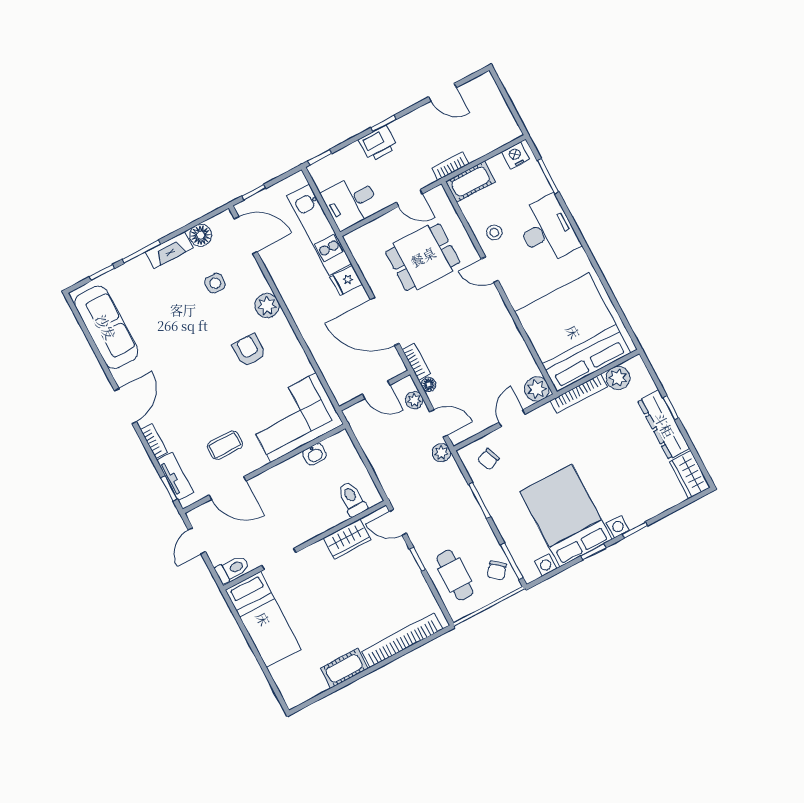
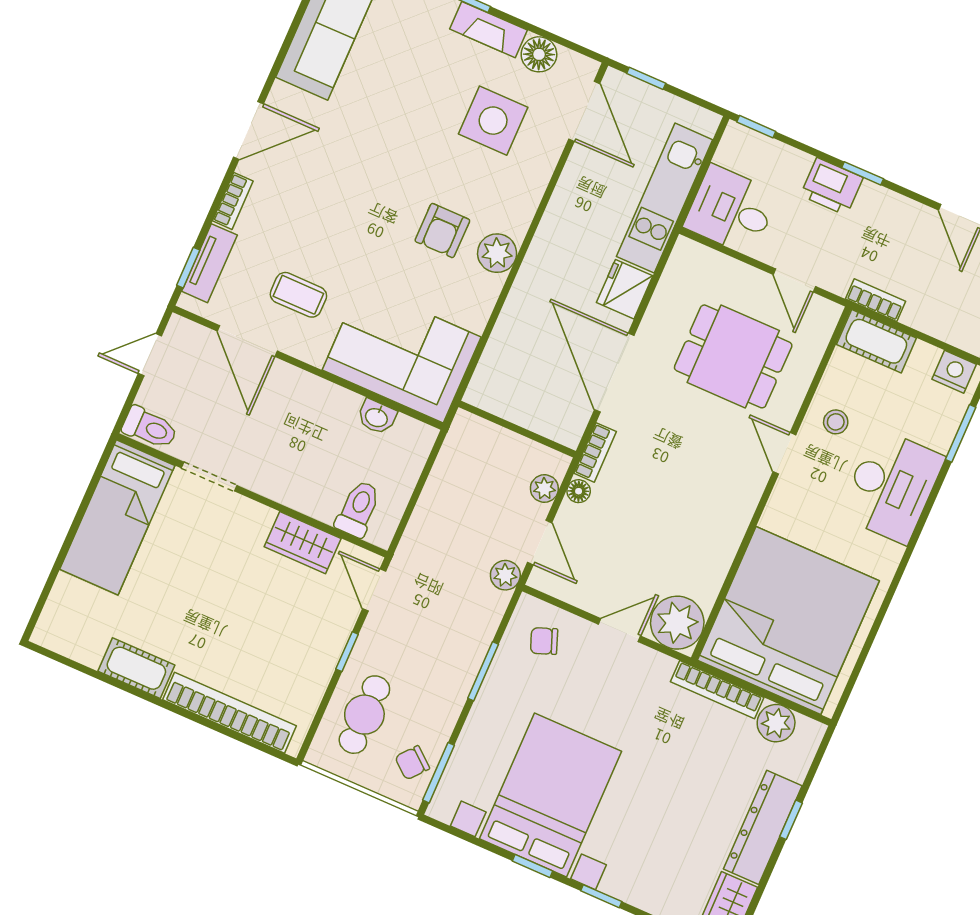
fridge: (346, 280) -> (625, 289), width x1.38
side table: (215, 283) -> (493, 121), width x1.87, depth x1.87
plant: (267, 306) -> (497, 253), moved
armchair: (249, 350) -> (442, 231), turned 180
plant: (537, 389) -> (677, 623), width x1.36, depth x1.36
door: (376, 390) -> (519, 430), removed

